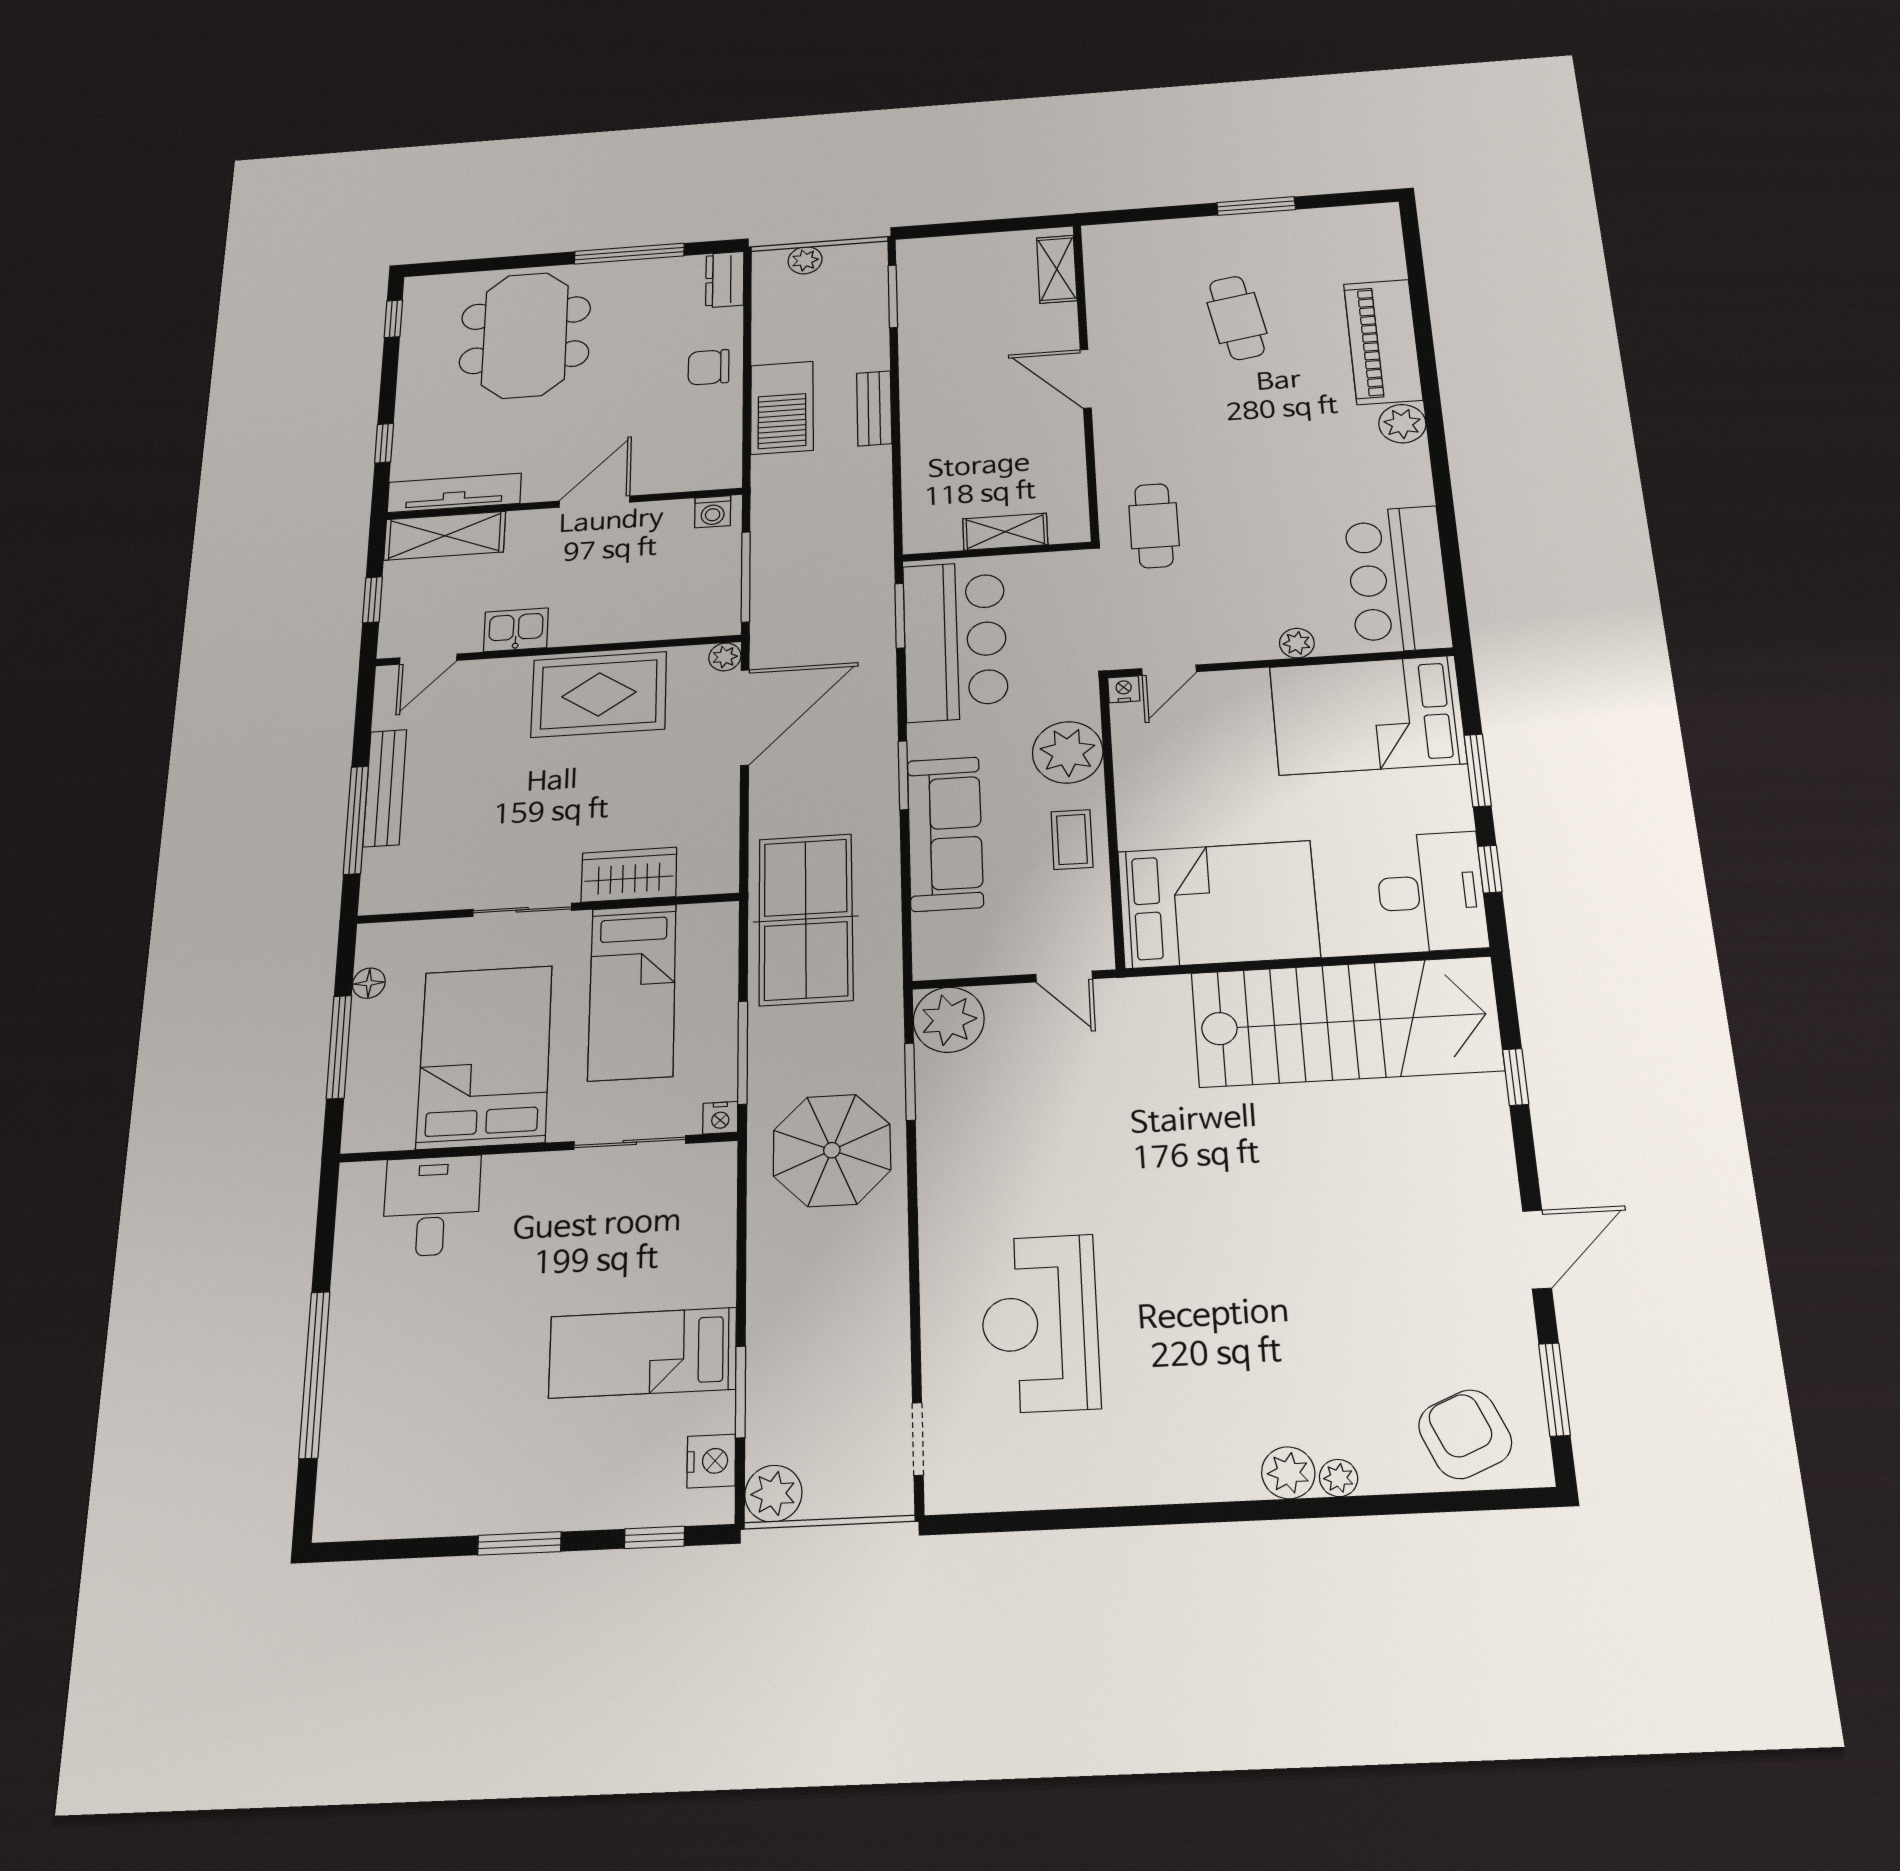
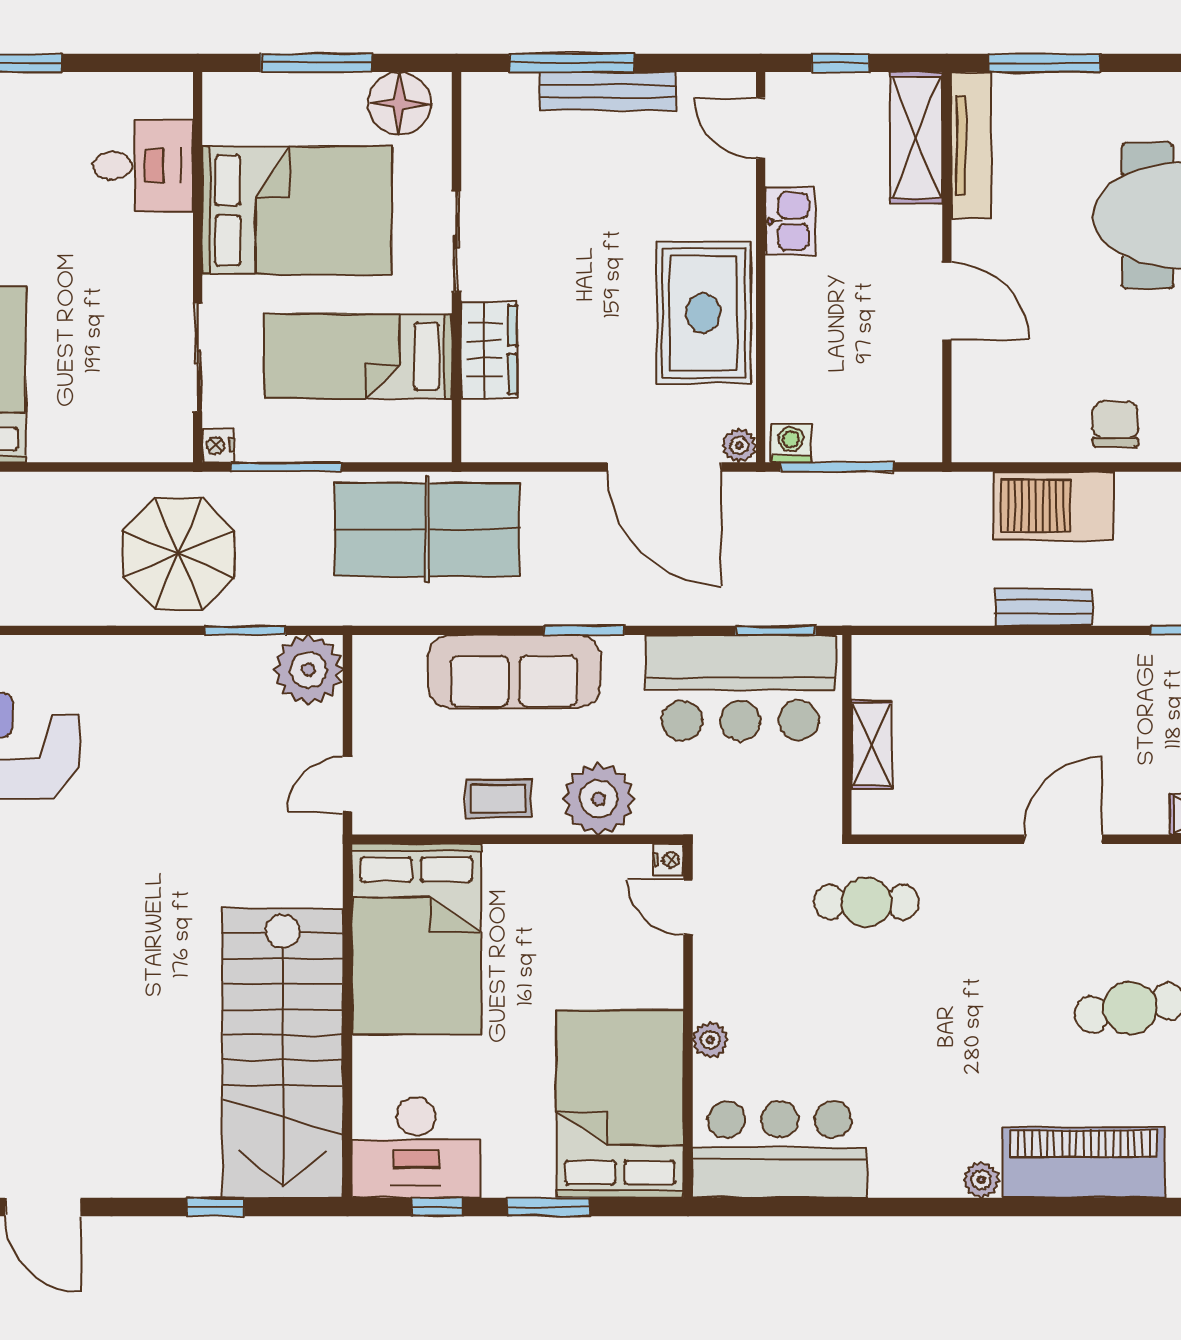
plant: (1402, 424) -> (981, 1180), width x0.73, depth x0.73
window: (384, 443) -> (1044, 63), width x2.17
washing machine: (713, 512) -> (791, 443), moved, turned 90
floor lamp: (369, 983) -> (399, 103), width x1.89, depth x1.89

